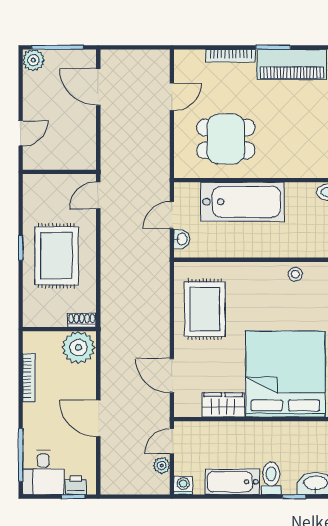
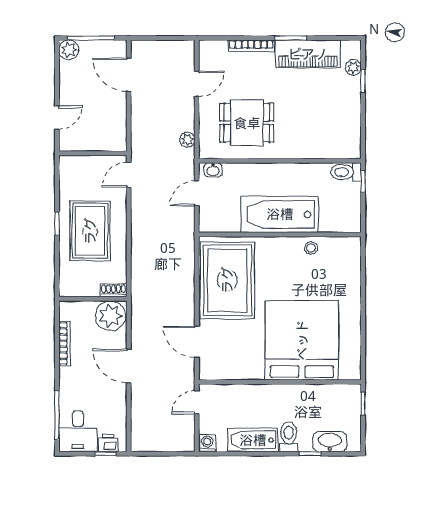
bathtub: (242, 202) -> (280, 214), moved, turned 180
washbasin: (182, 239) -> (213, 170), moved, turned 90
rug: (205, 309) -> (227, 280), width x1.37, depth x1.44
wardrobe: (223, 405) -> (244, 369), removed
door: (98, 418) -> (129, 366), moved
plant: (162, 466) -> (187, 140), moved

